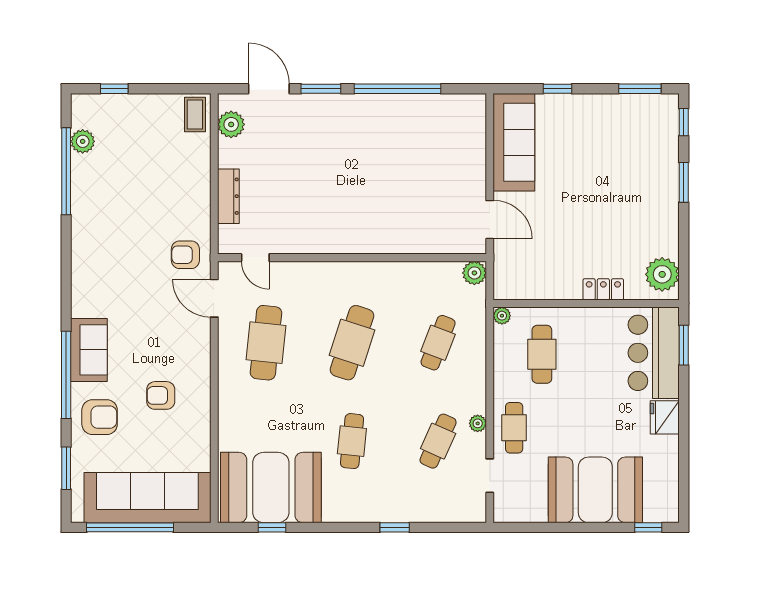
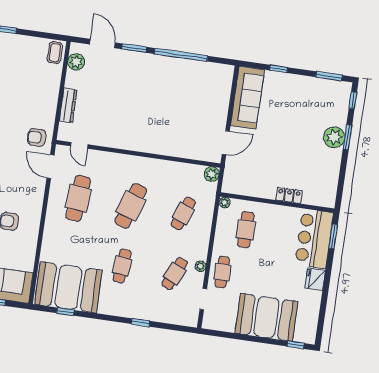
door: (490, 220) -> (226, 143), hinge flipped
plant: (662, 274) -> (334, 137), moved

